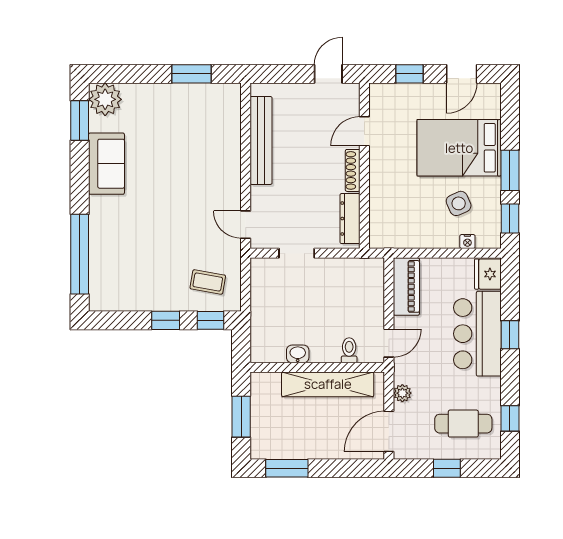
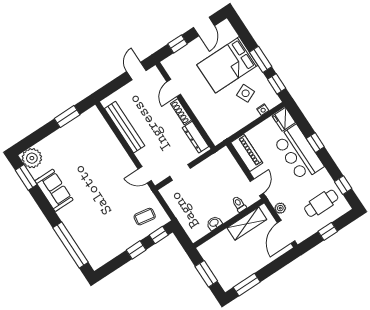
shelving: (328, 384) -> (247, 224), width x0.68

